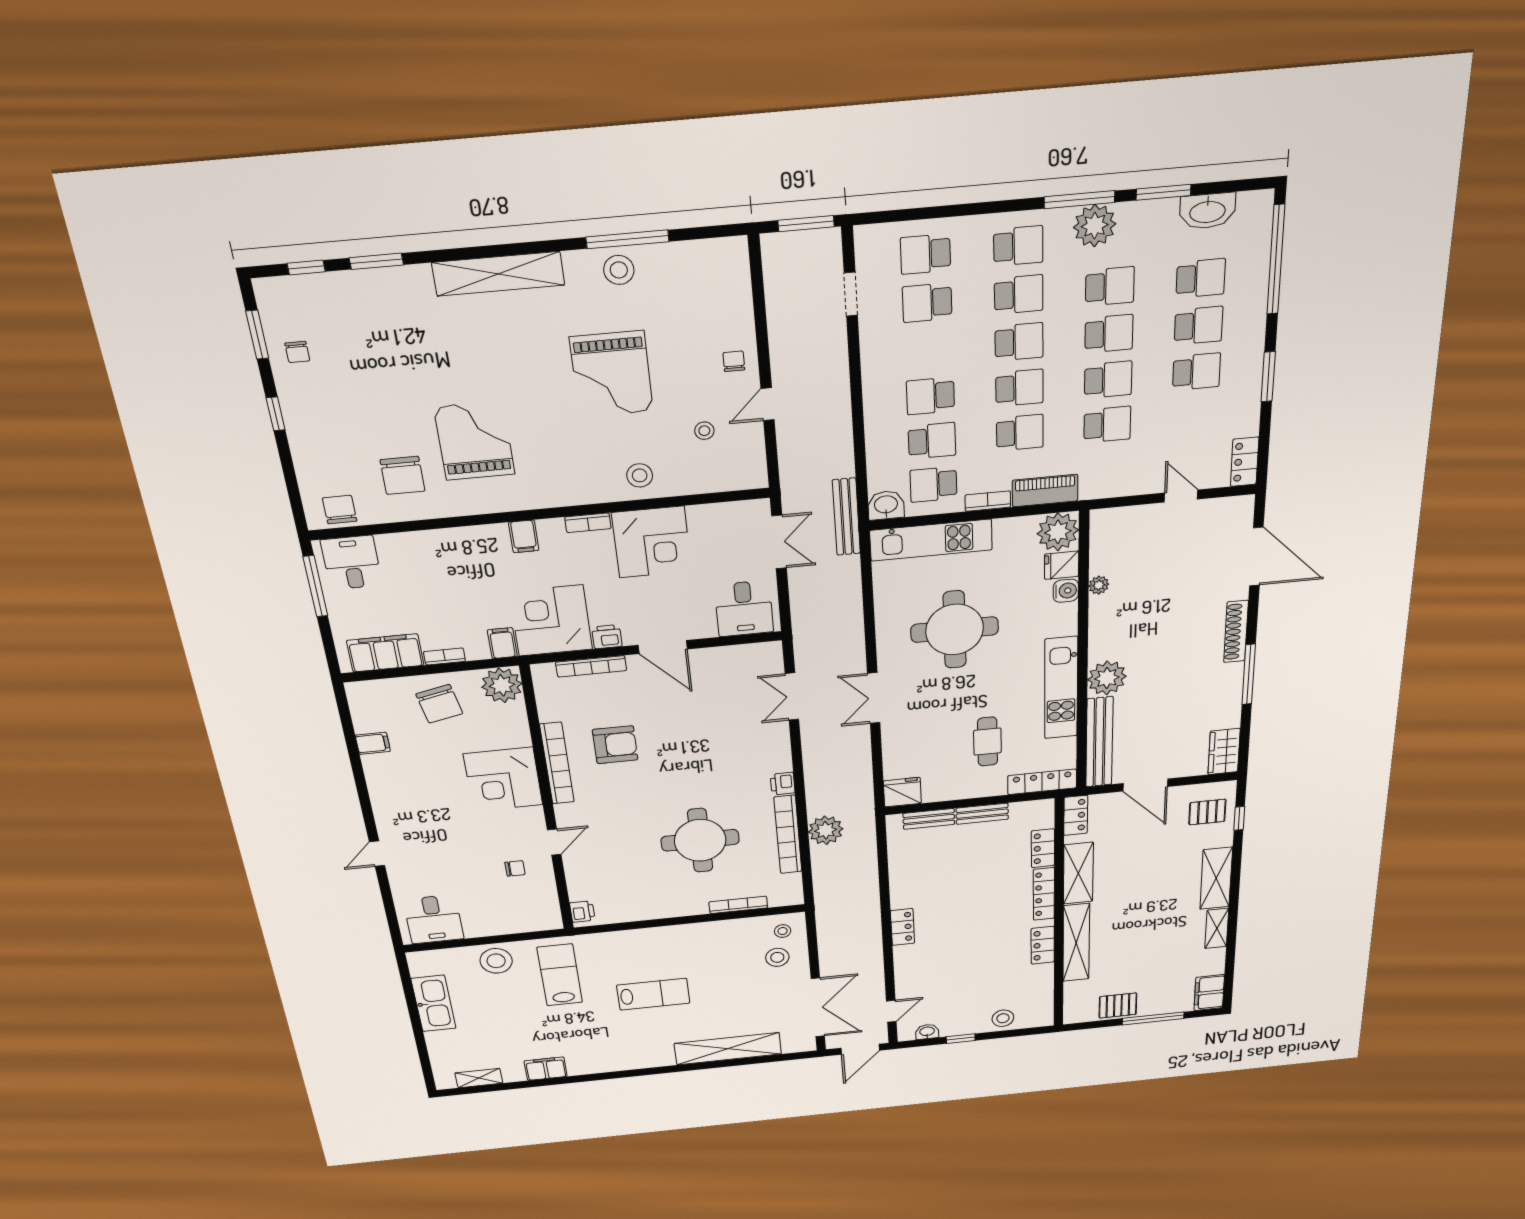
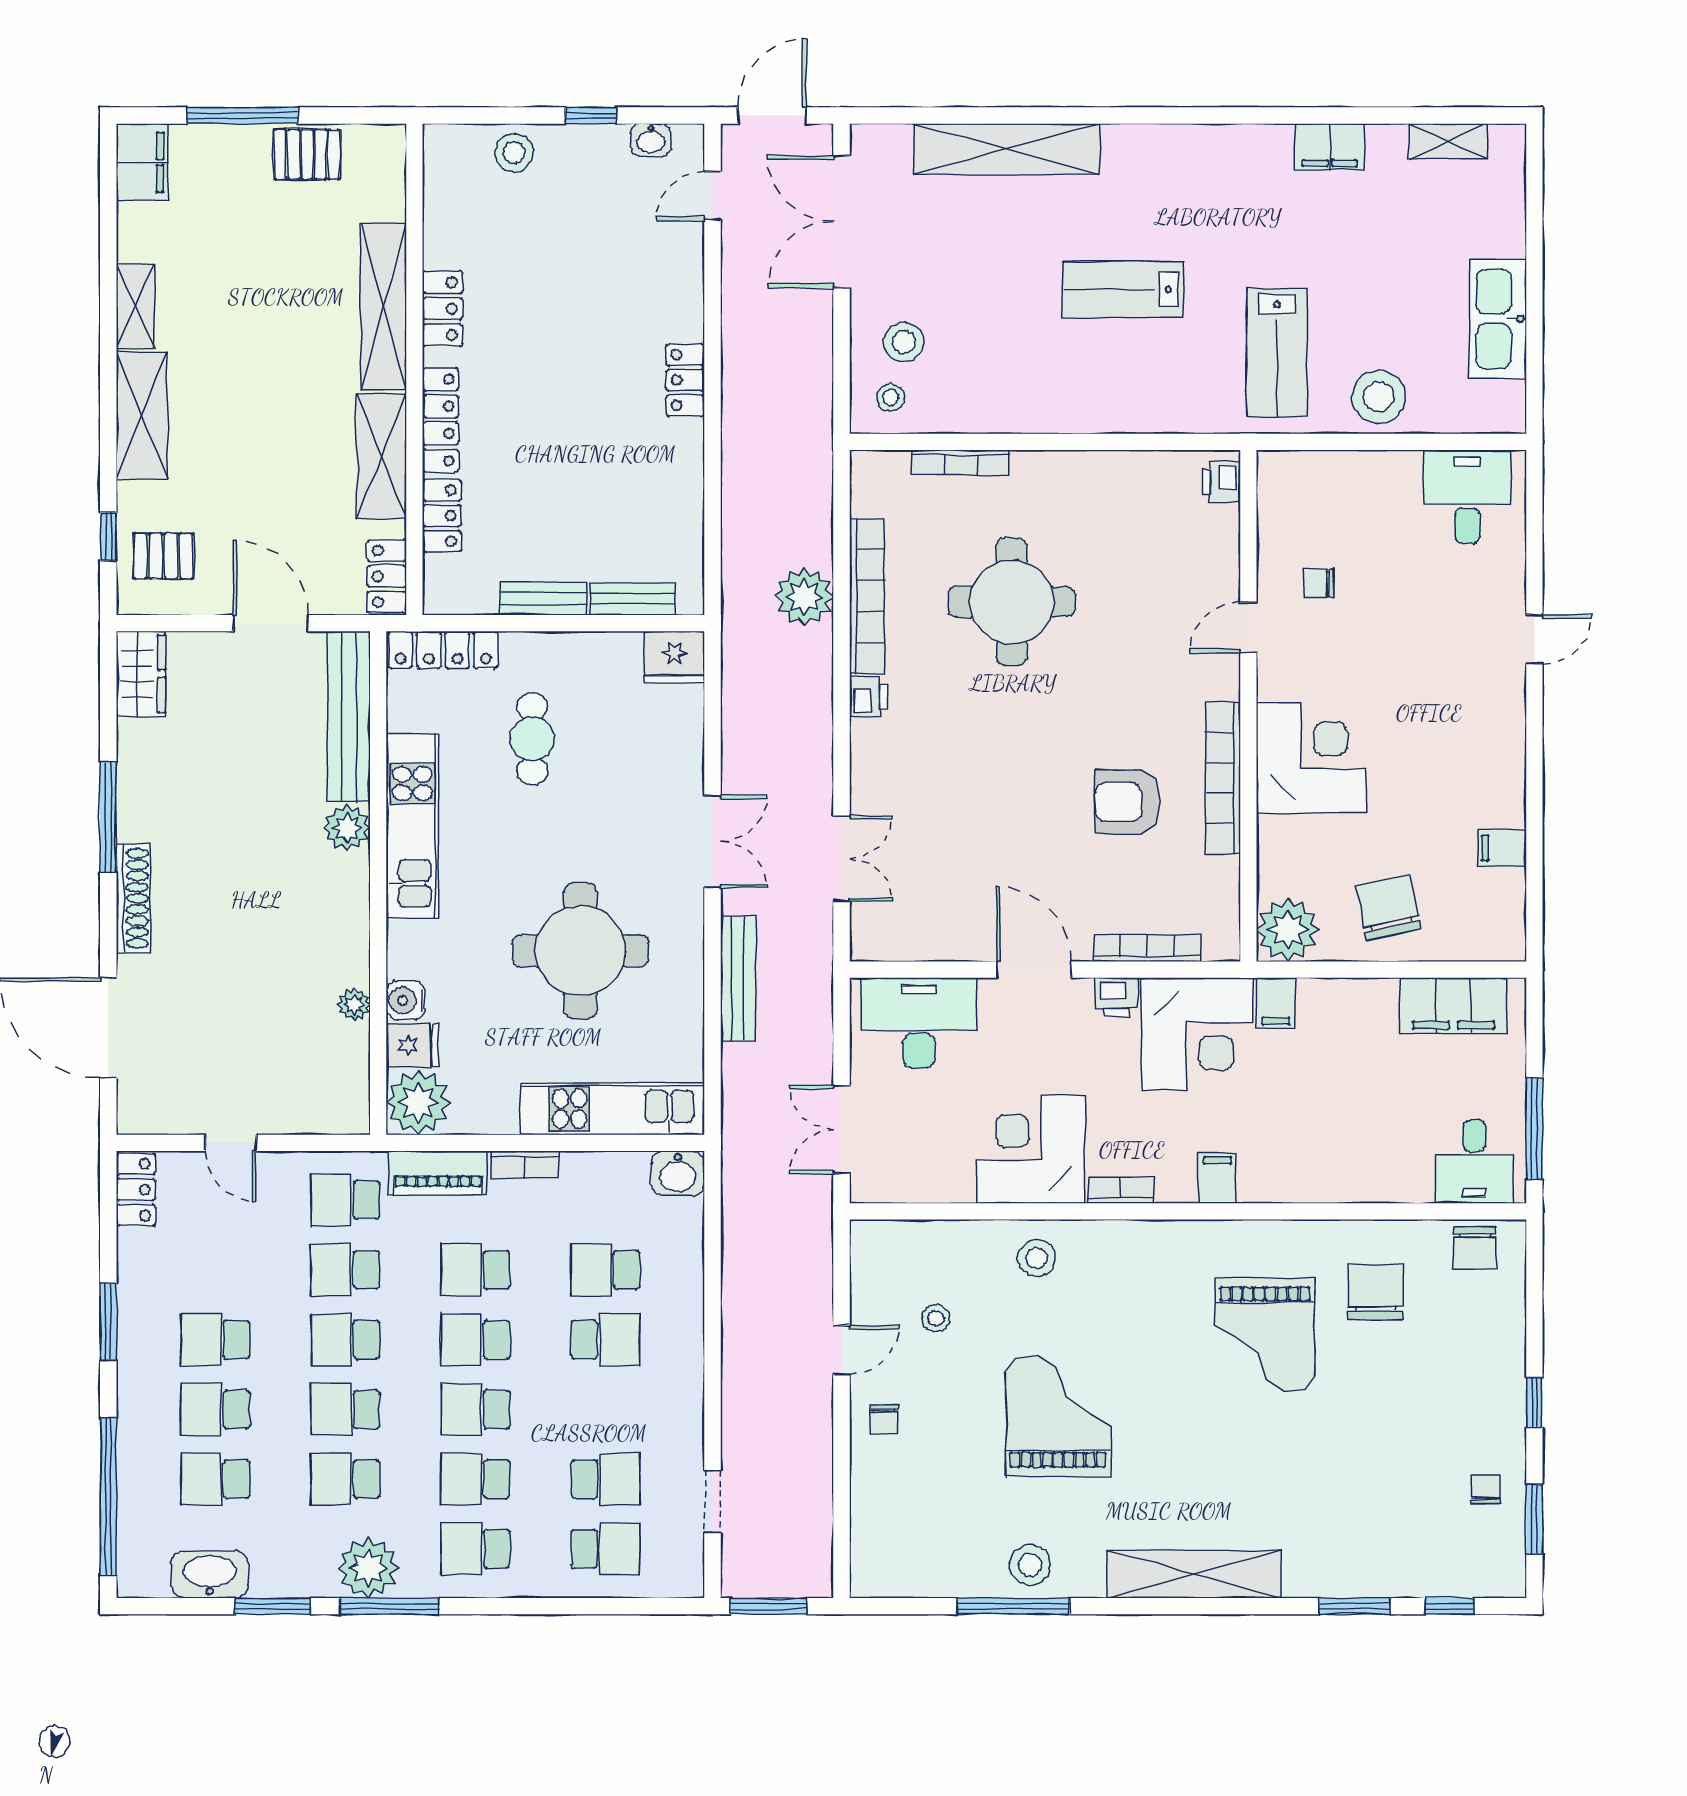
school desk: (933, 484) -> (345, 1200), moved, turned 180
bench: (846, 517) -> (738, 979), moved
desk: (744, 609) -> (919, 1023), width x1.37
bookcase: (444, 656) -> (1366, 990), removed
plant: (1107, 678) -> (347, 828), width x0.73, depth x0.73

